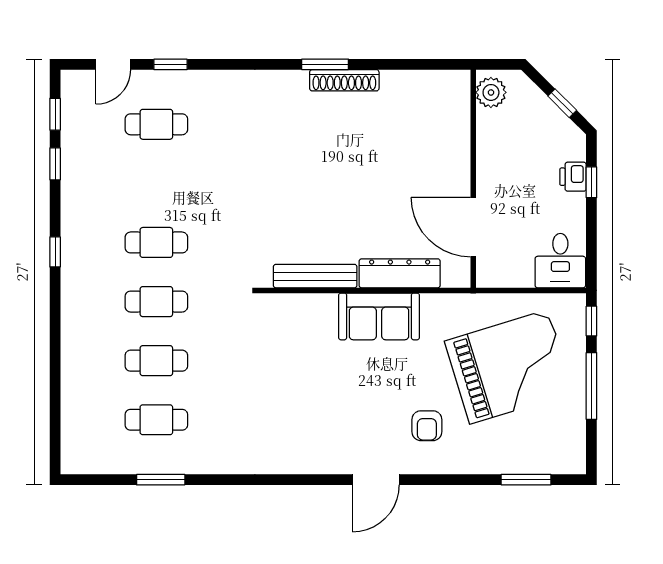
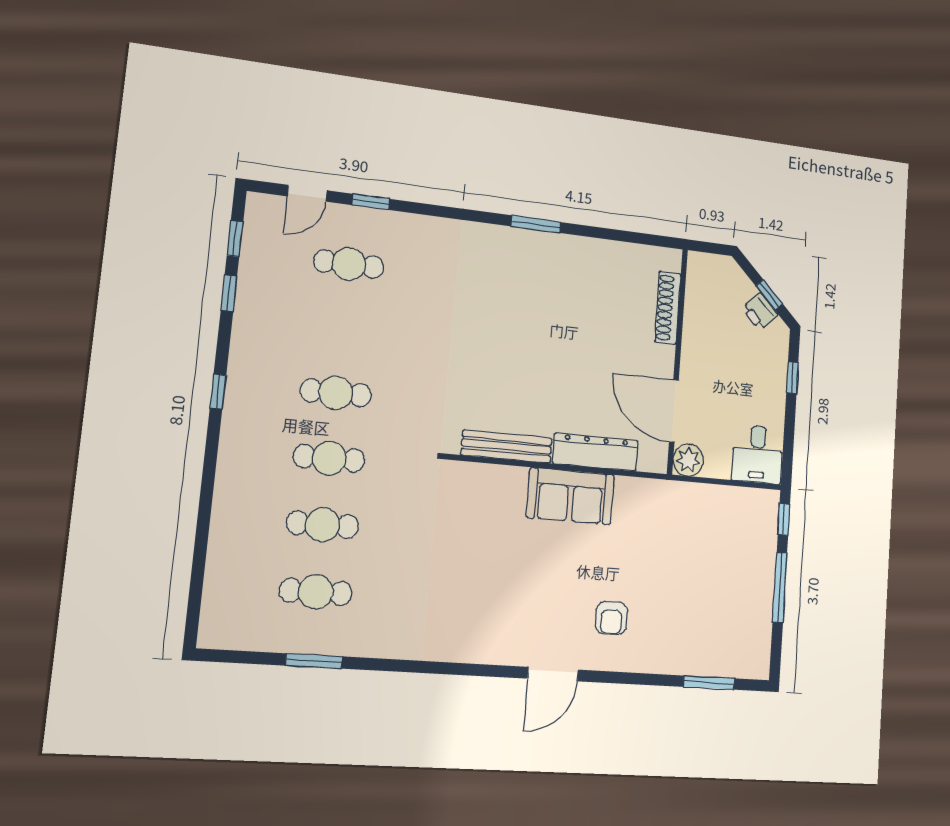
shoe rack: (344, 80) -> (668, 308), moved, turned 90
plant: (491, 92) -> (688, 460), moved
printer: (573, 177) -> (760, 312), moved, turned -45
grand piano: (509, 367) -> (700, 561), removed

